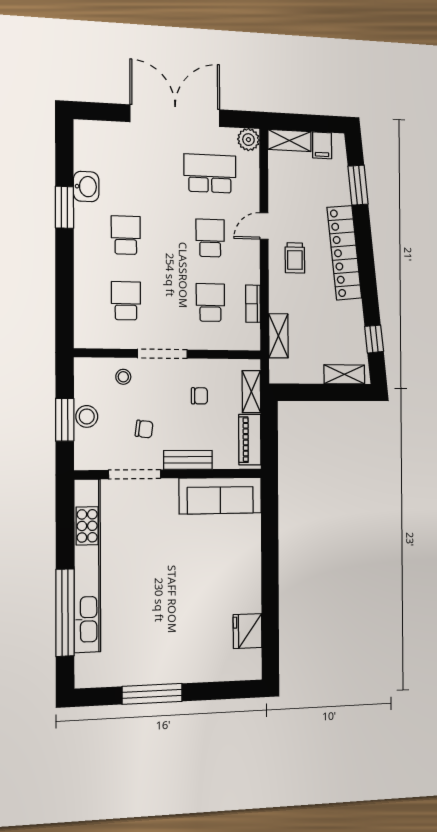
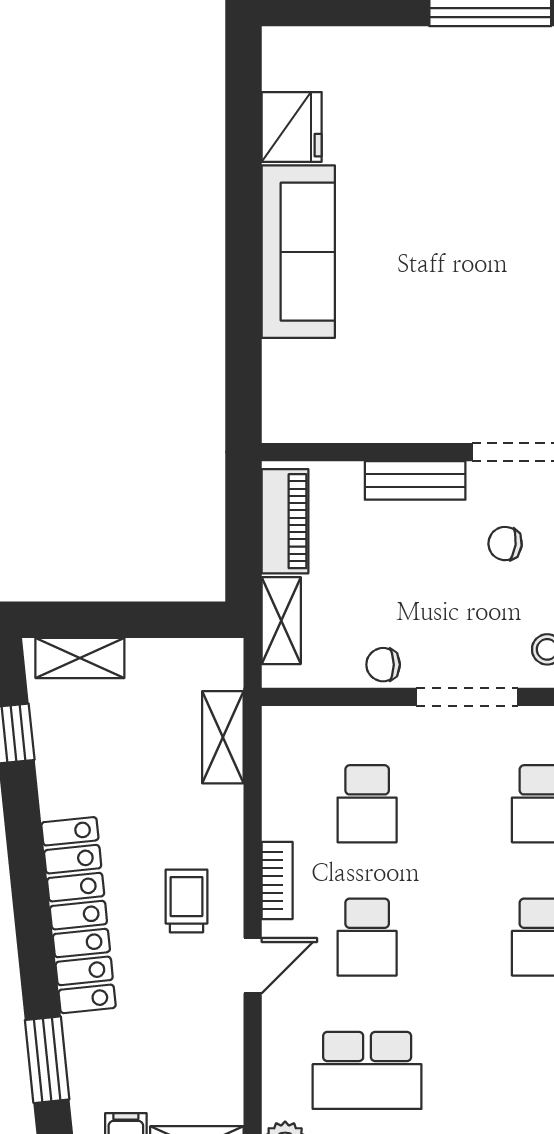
bookcase: (253, 304) -> (277, 880), moved
chair: (199, 396) -> (383, 665), moved
sofa: (220, 496) -> (298, 252), moved, turned 90

